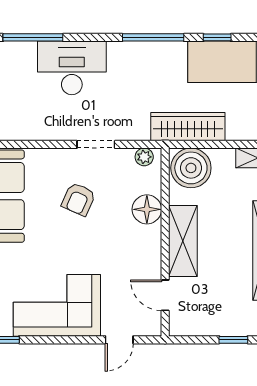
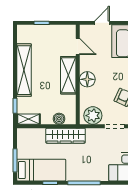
plant: (144, 157) -> (93, 116), width x1.87, depth x1.87
boiler: (191, 168) -> (59, 119), width x0.54, depth x0.54
floor lamp: (147, 209) -> (87, 79), moved

